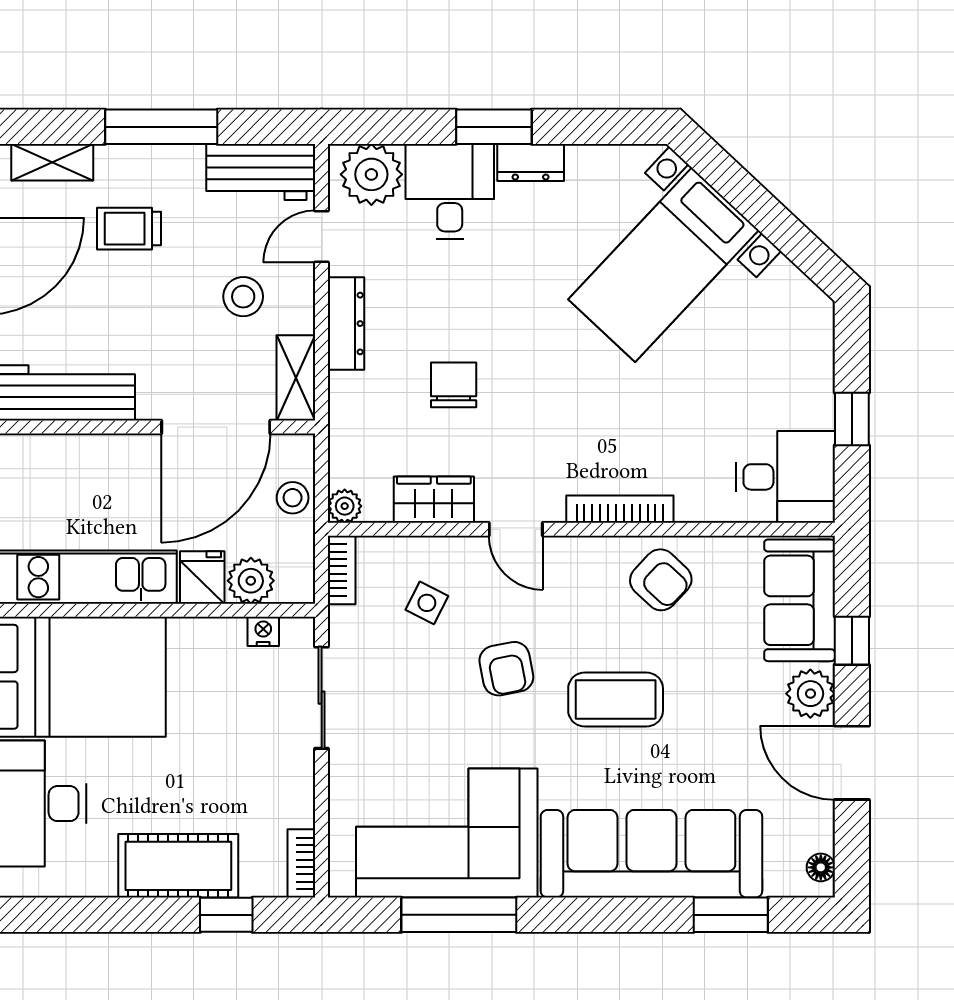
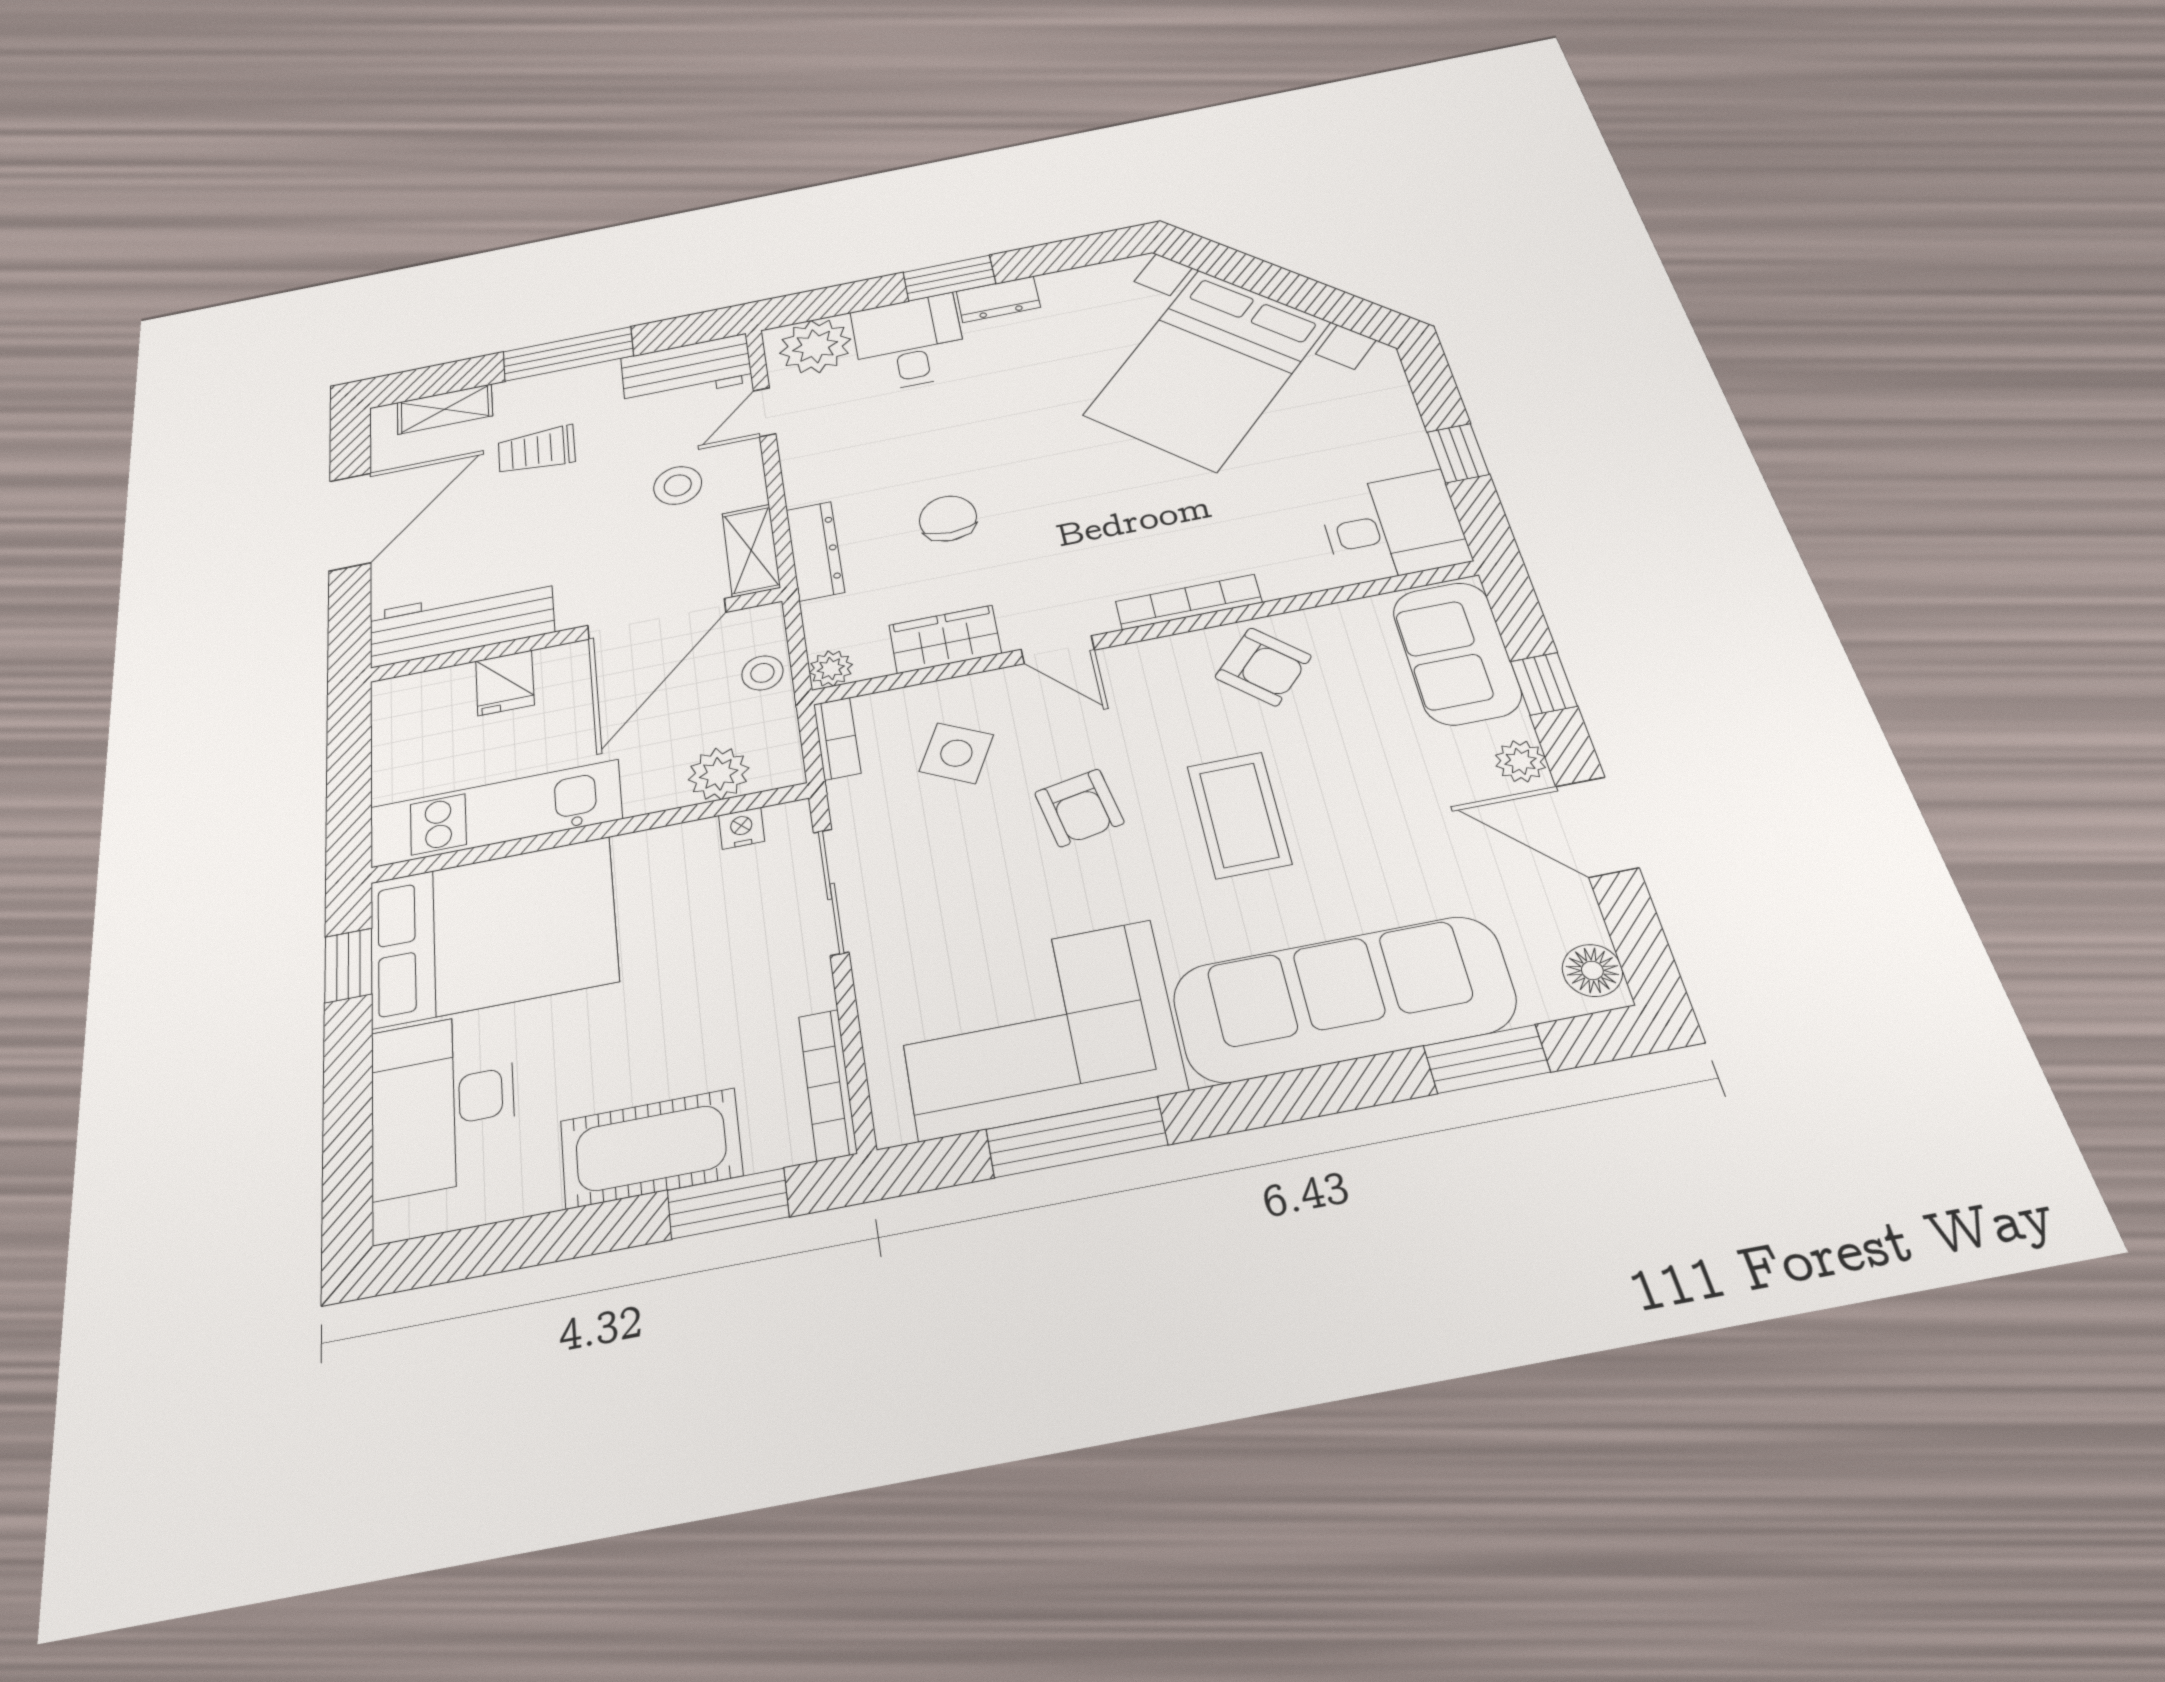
bed with nightstands: (663, 265) -> (1207, 368), width x1.36
dresser: (346, 324) -> (815, 551), moved
fridge: (202, 577) -> (505, 683), moved, turned 180
side table: (427, 603) -> (956, 753), width x1.37, depth x1.37
plant: (810, 694) -> (1520, 761), width x0.73, depth x0.73
coffee table: (616, 700) -> (1239, 815), turned 90
bookcase: (301, 863) -> (828, 1084), width x1.56
floor lamp: (821, 867) -> (1592, 970), width x1.37, depth x1.37
window: (226, 915) -> (728, 1203), width x1.50

